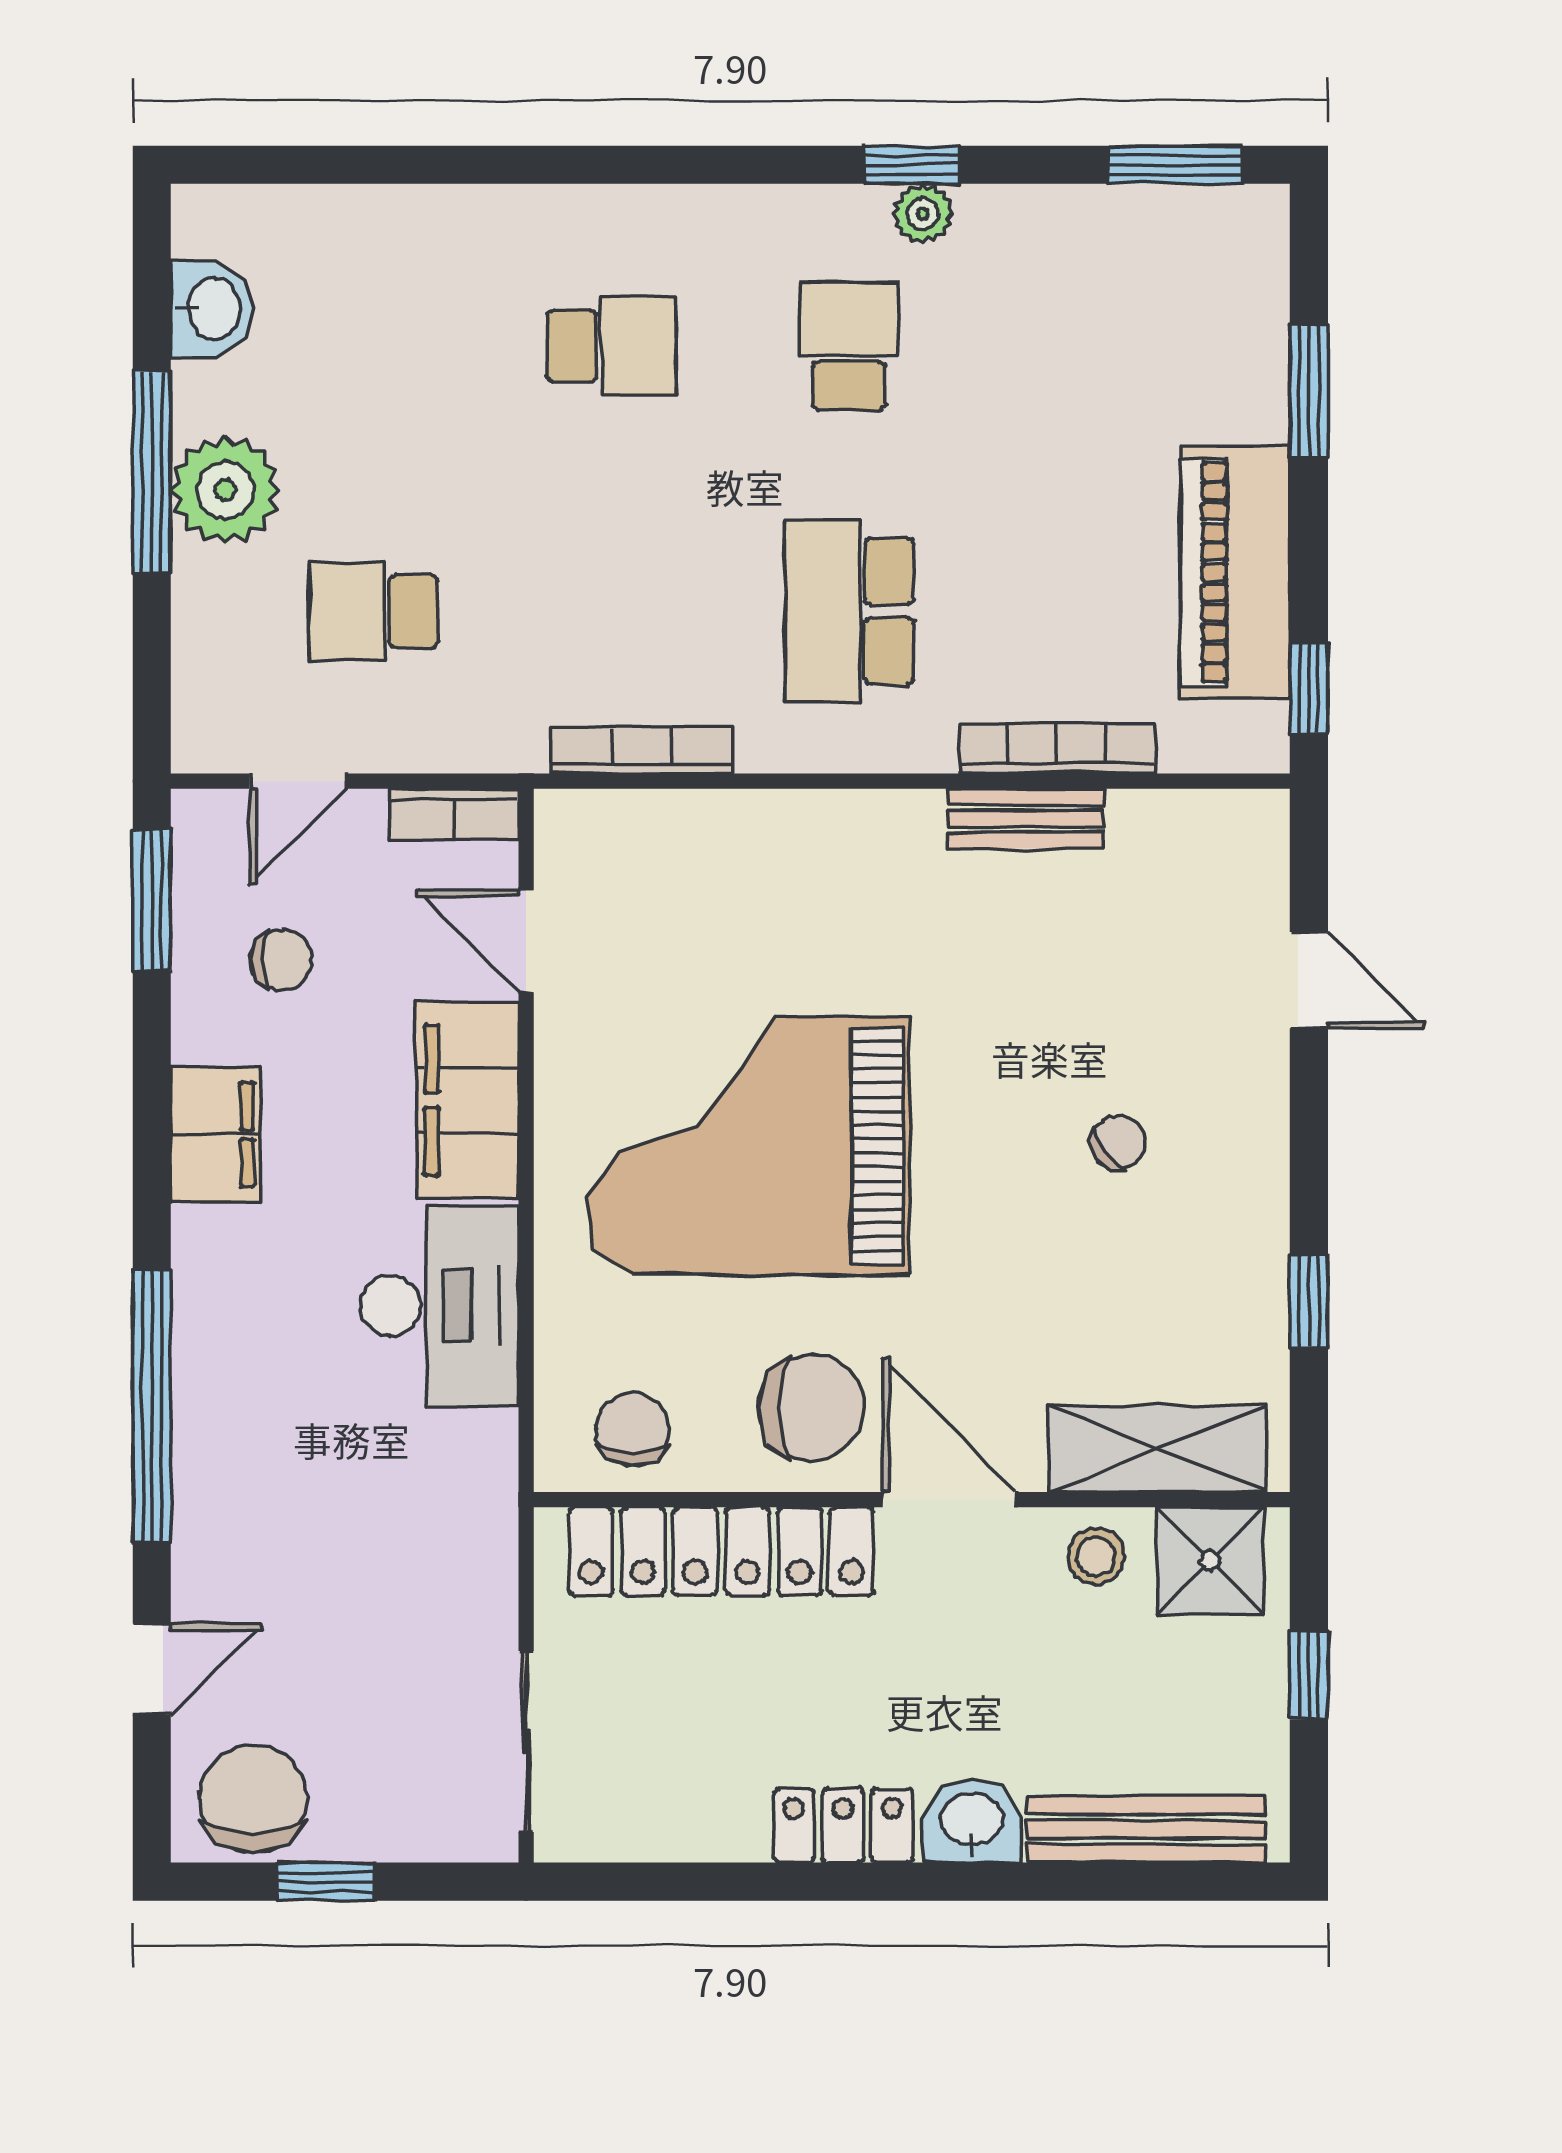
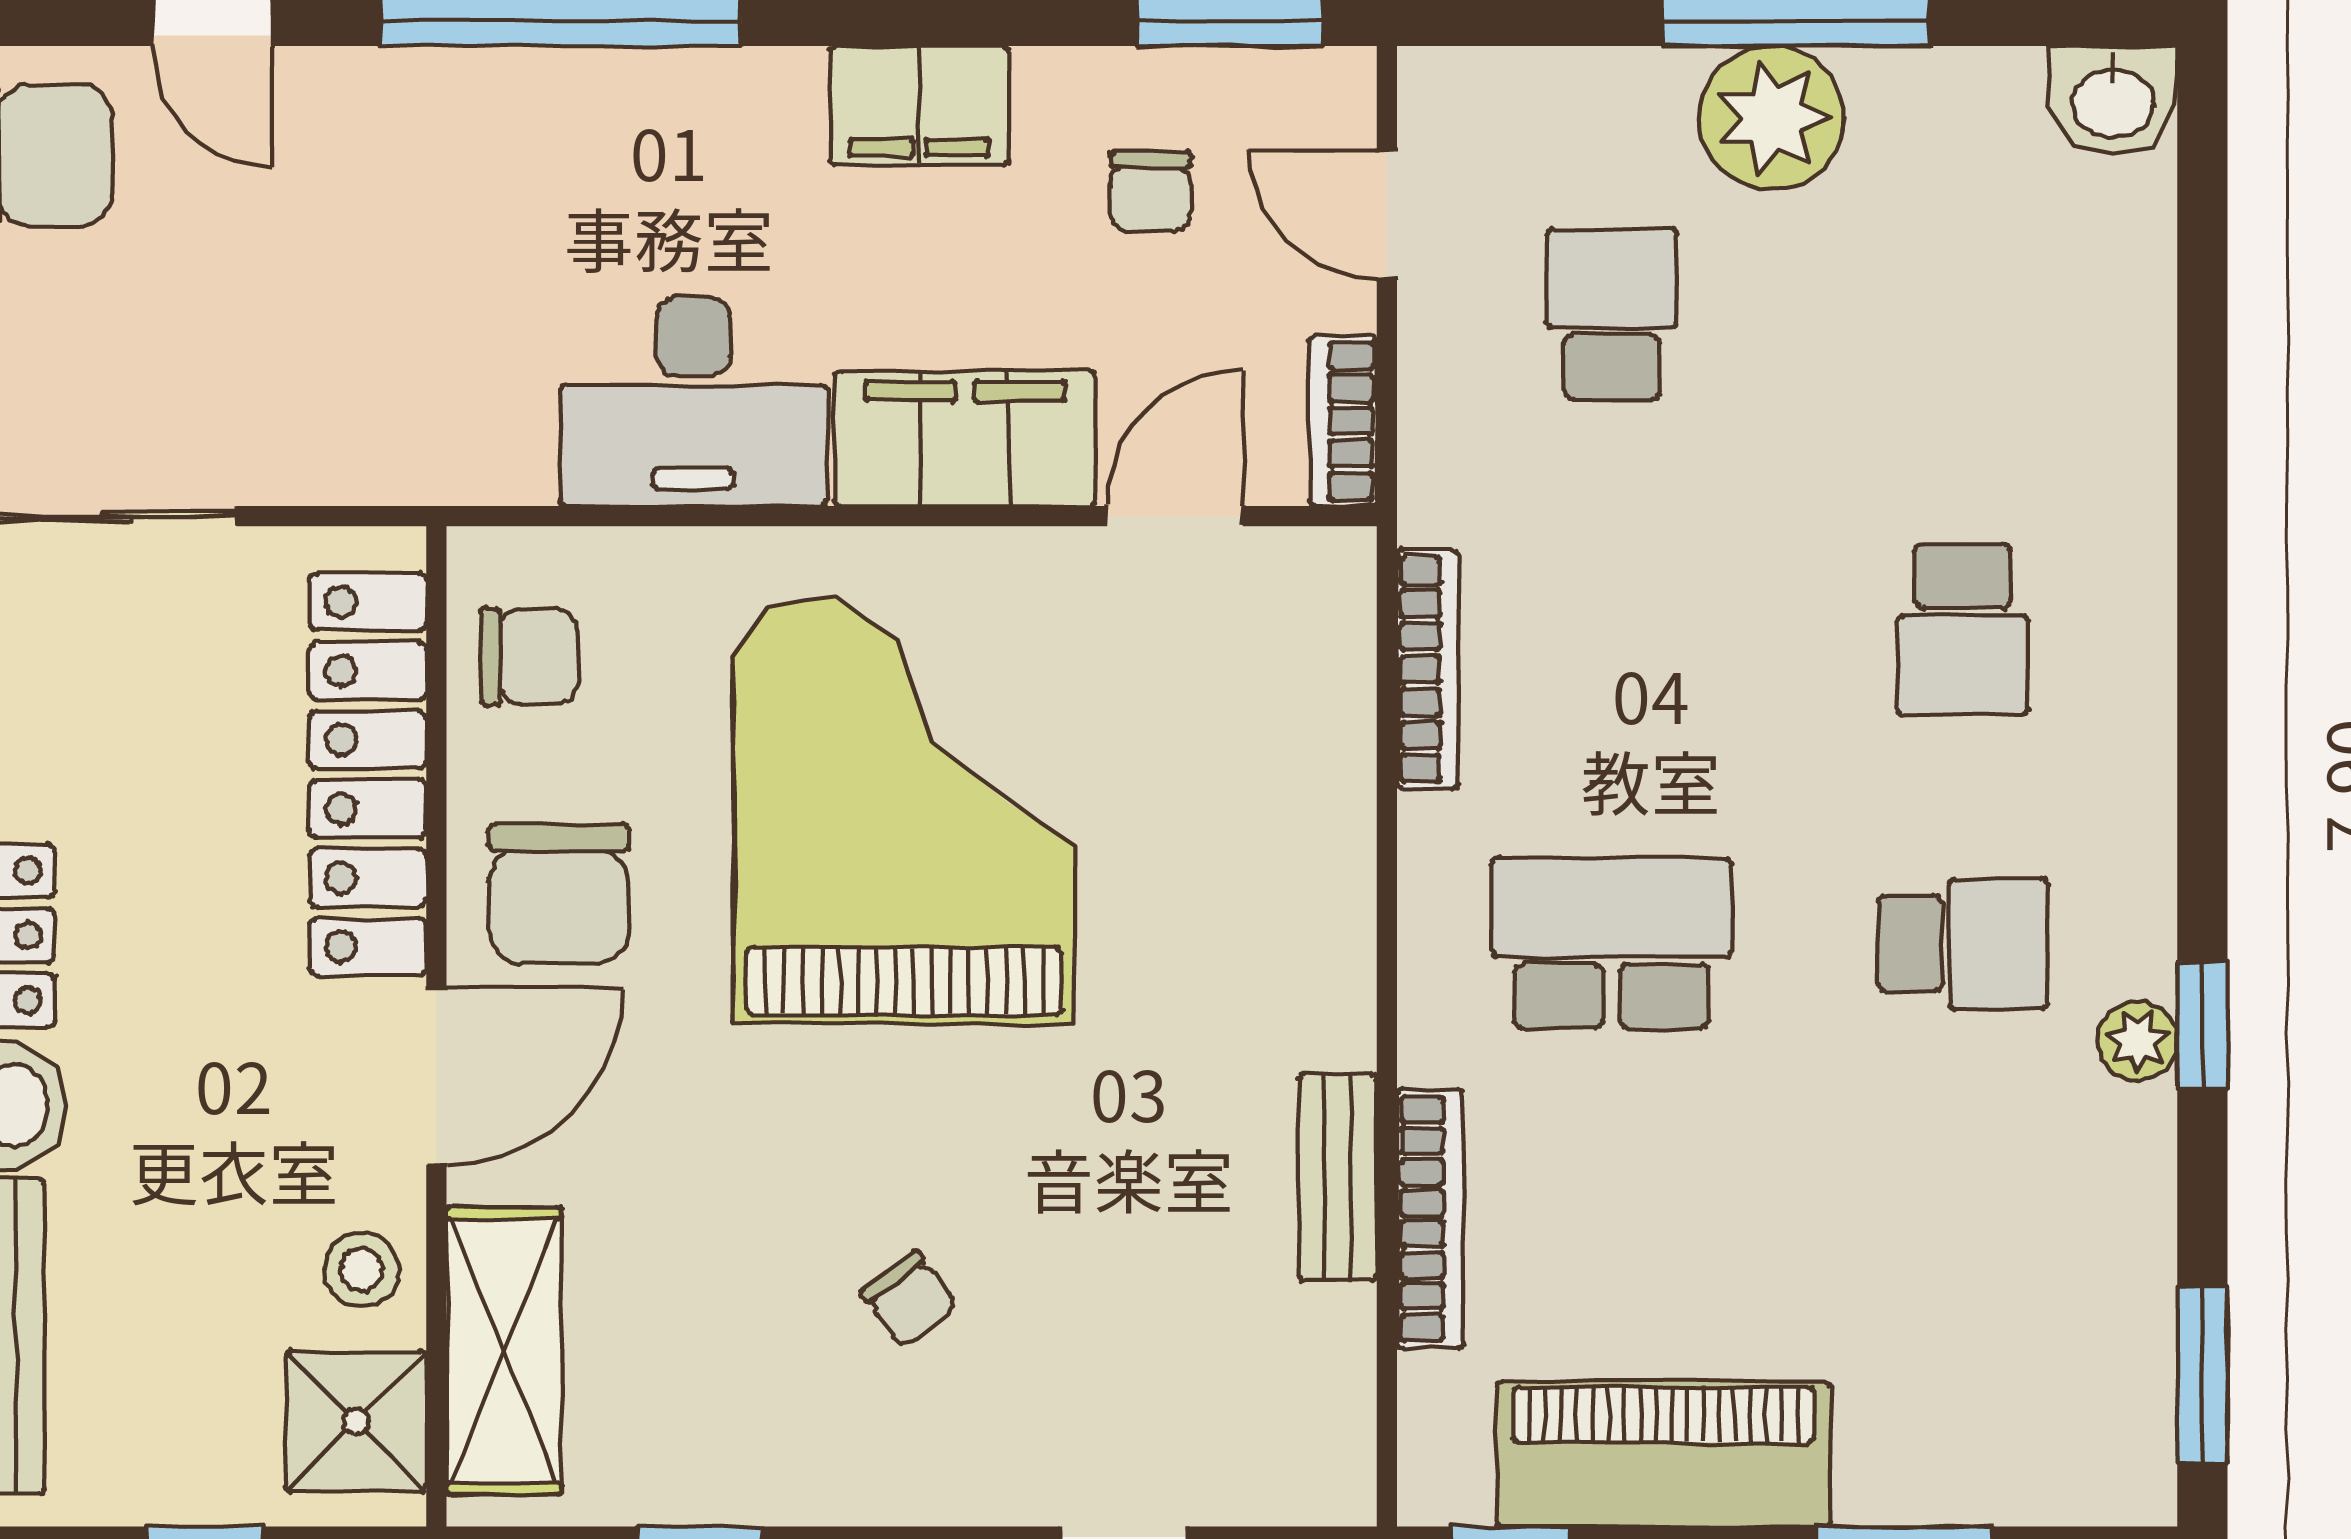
washbasin: (212, 309) -> (2113, 100), moved

